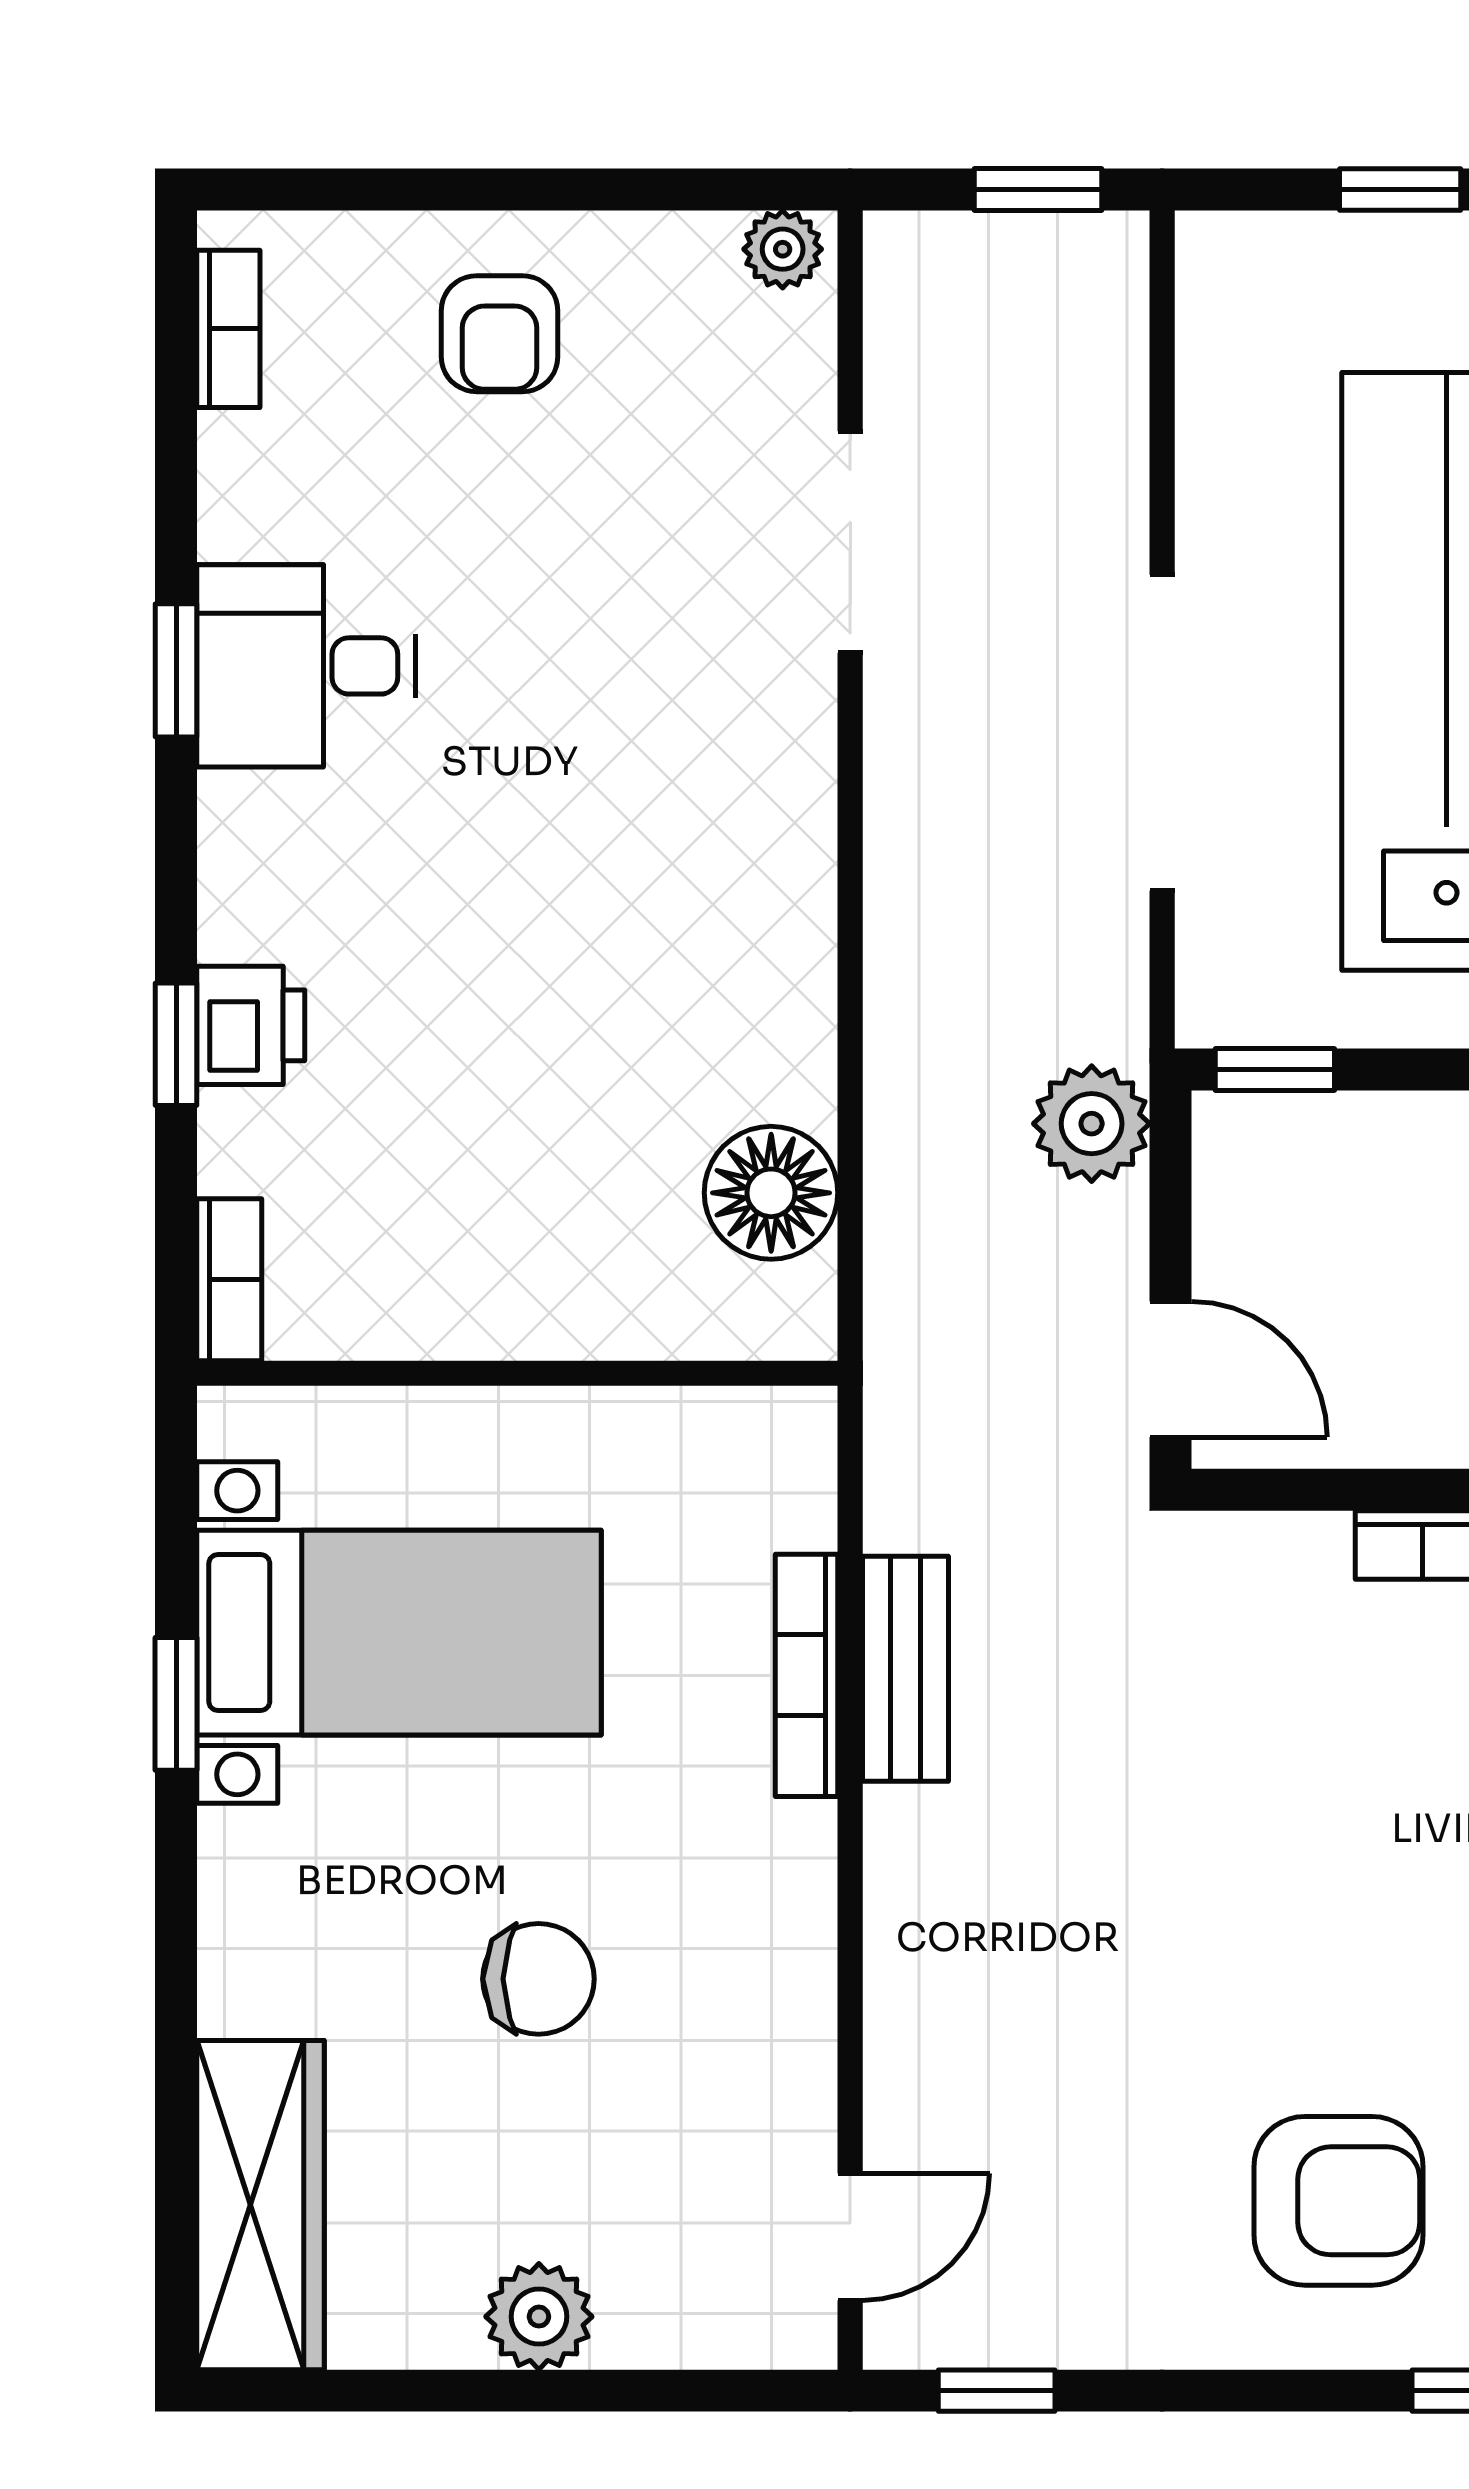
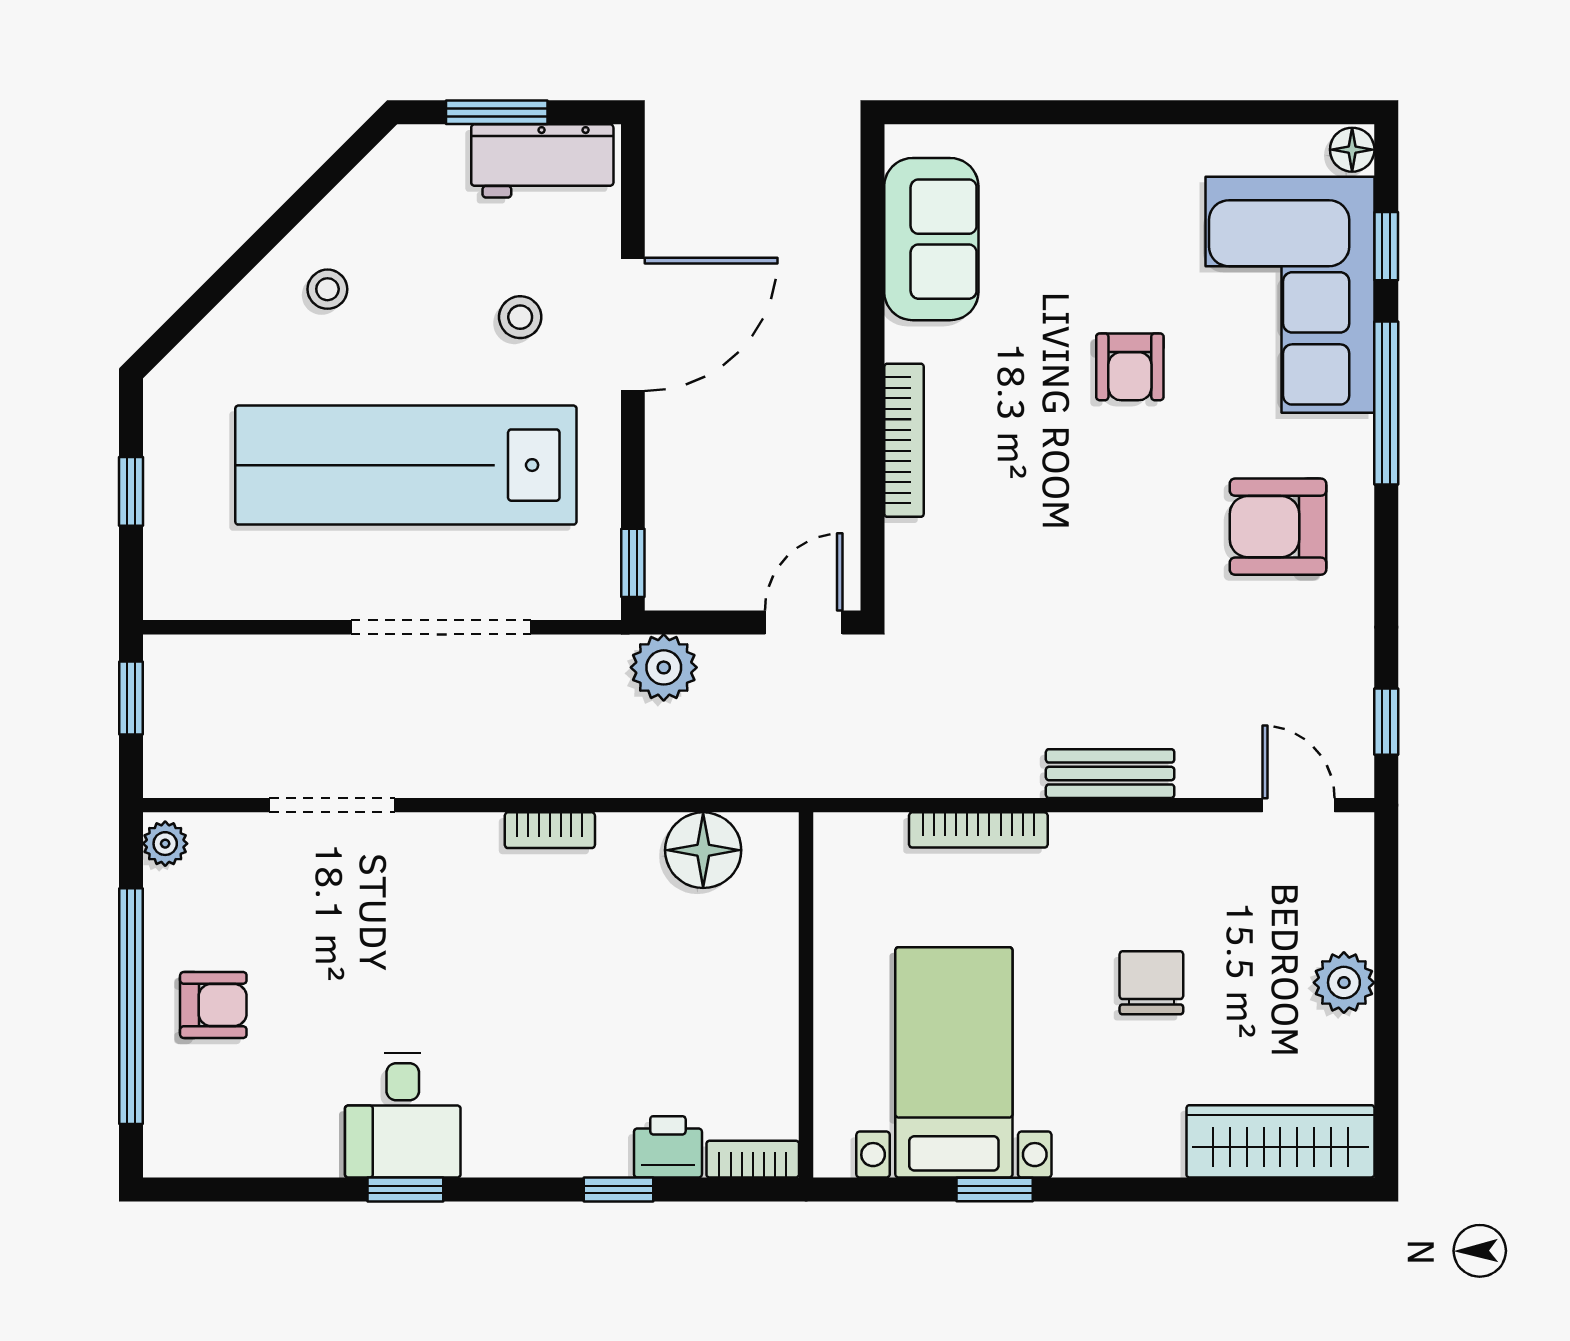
window: (498, 190) -> (131, 1006), added
bookcase: (228, 329) -> (550, 830), moved, turned 180
printer: (251, 1025) -> (668, 1147), moved
bench: (906, 1669) -> (1110, 774), moved
armchair: (1338, 2201) -> (1278, 527), turned -90

